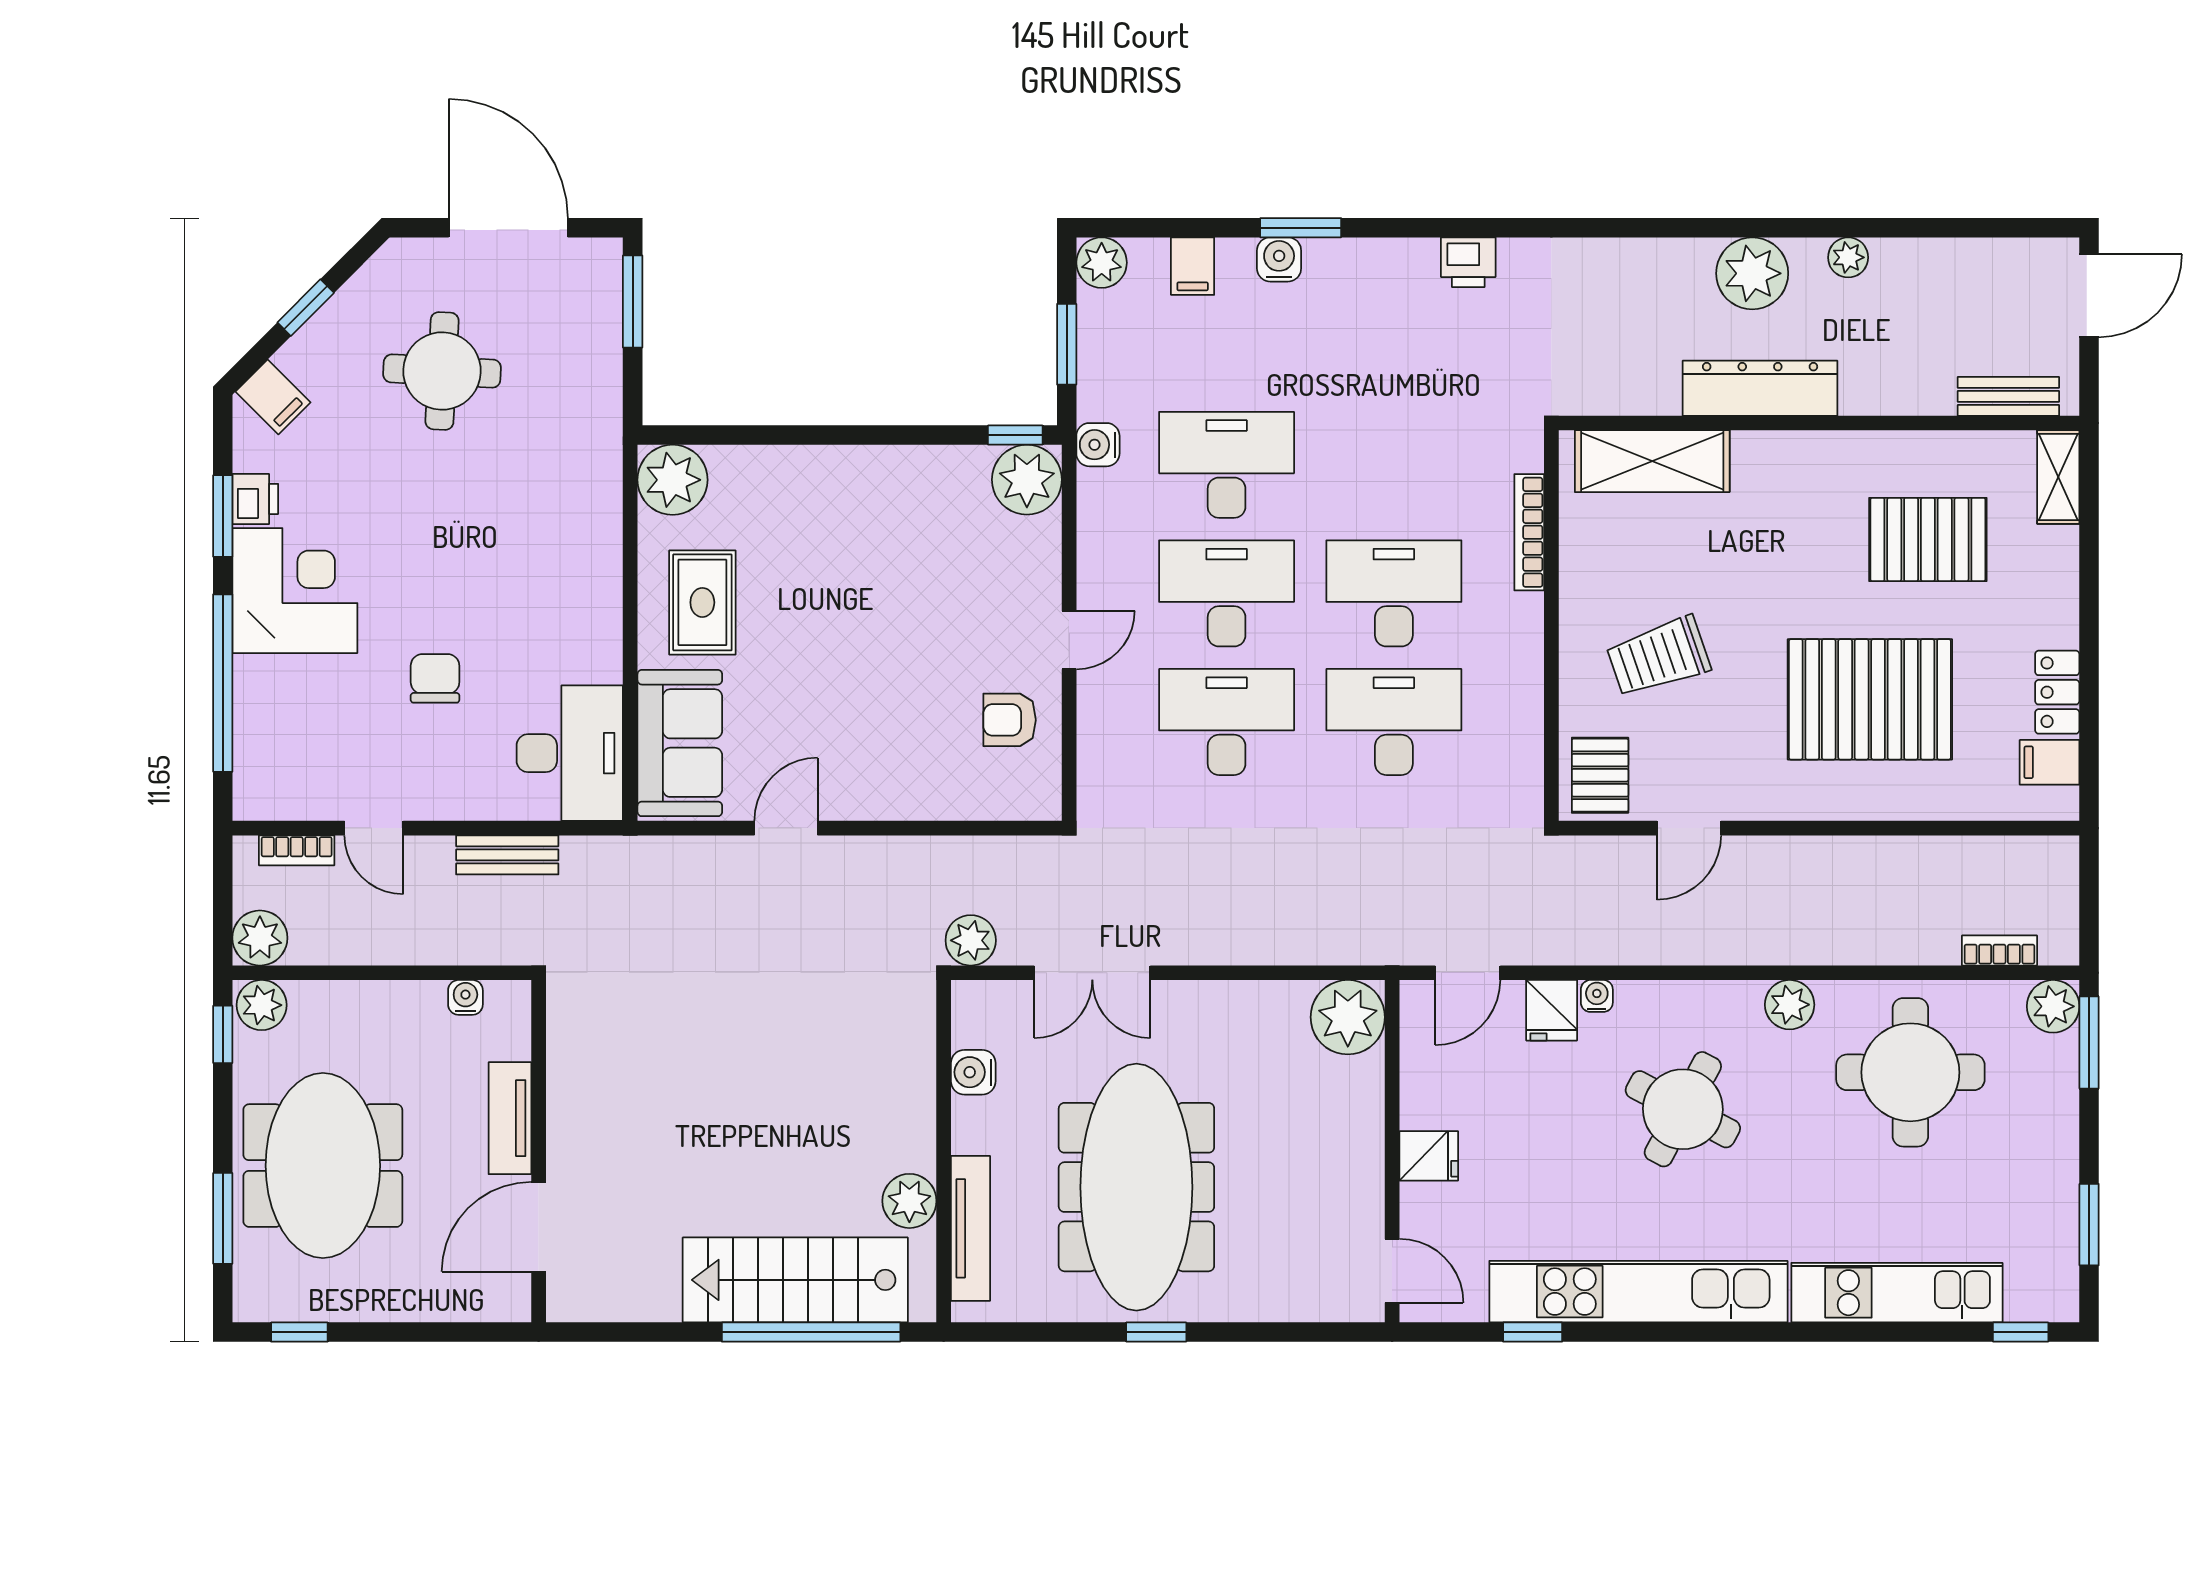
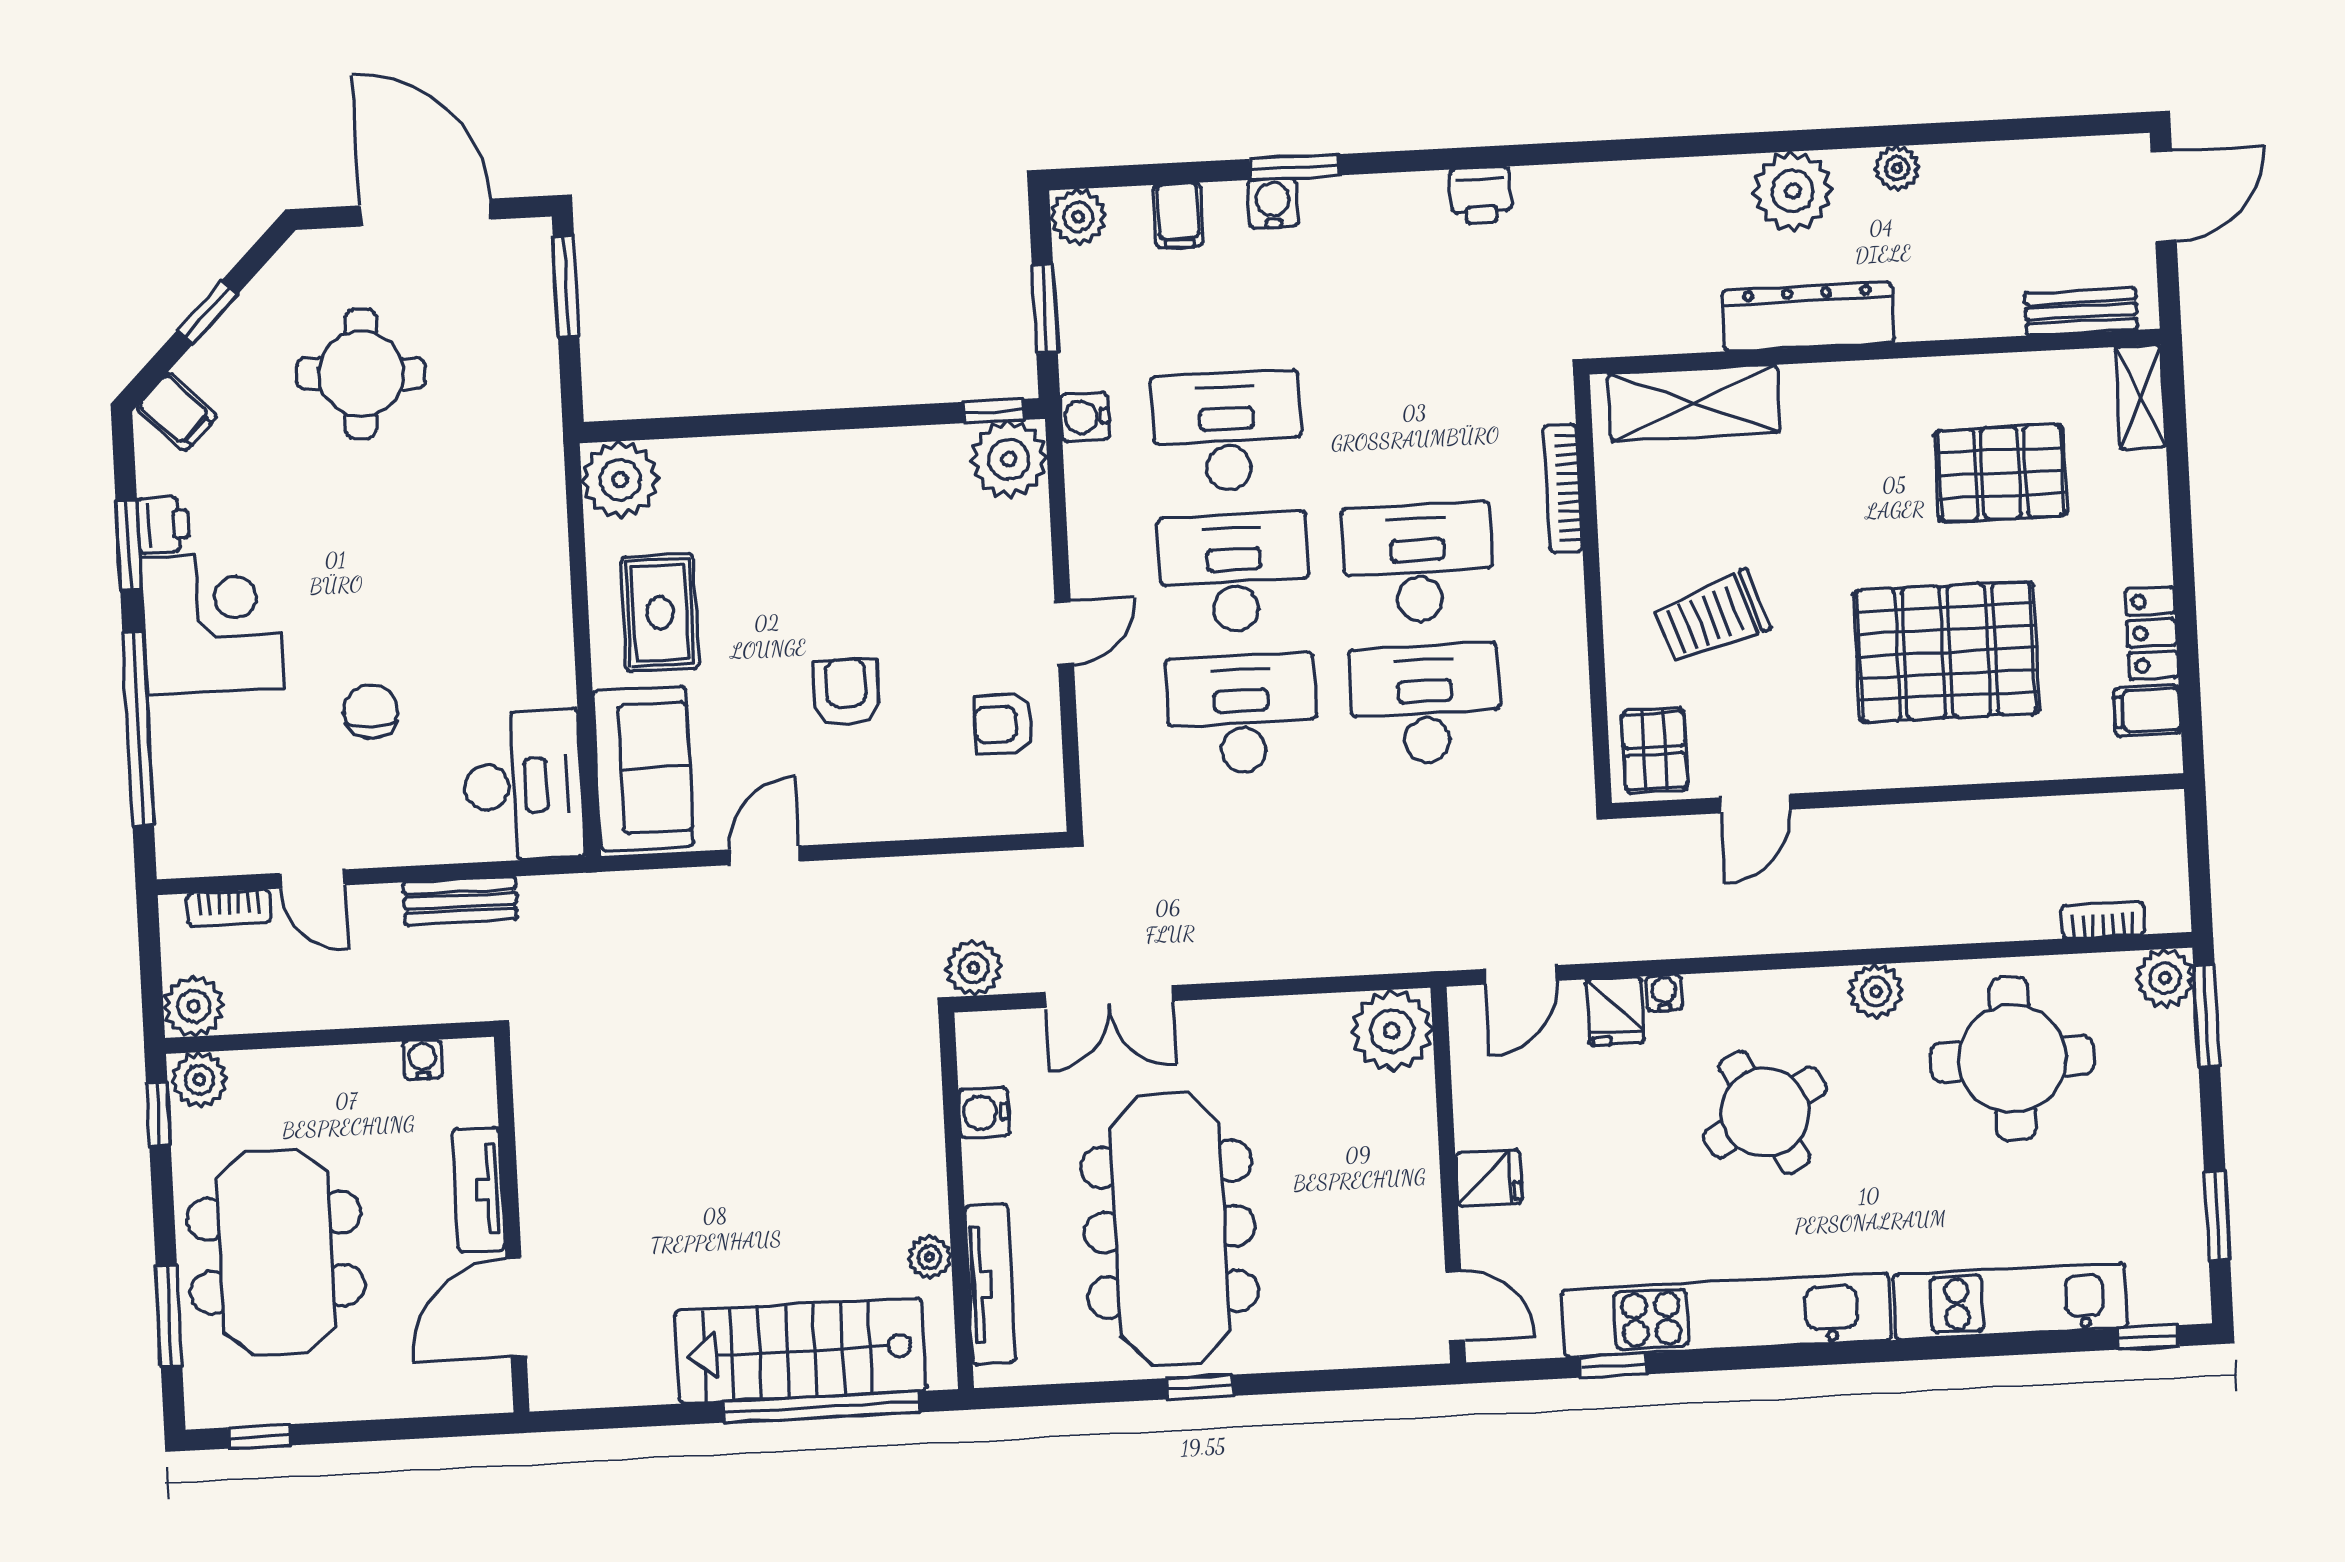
armchair: (868, 683) -> (846, 692), added
round table: (1683, 1109) -> (1765, 1112), turned 33
plant: (909, 1201) -> (930, 1257), width x0.73, depth x0.73

